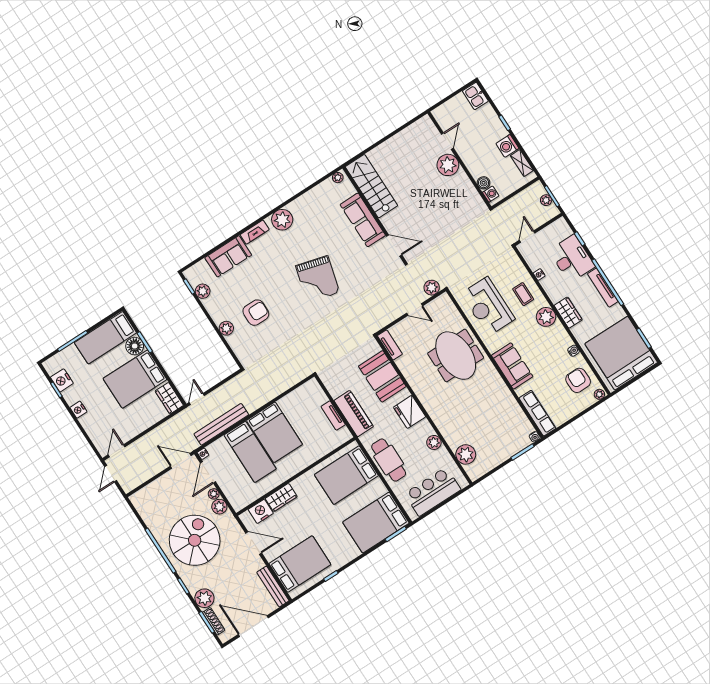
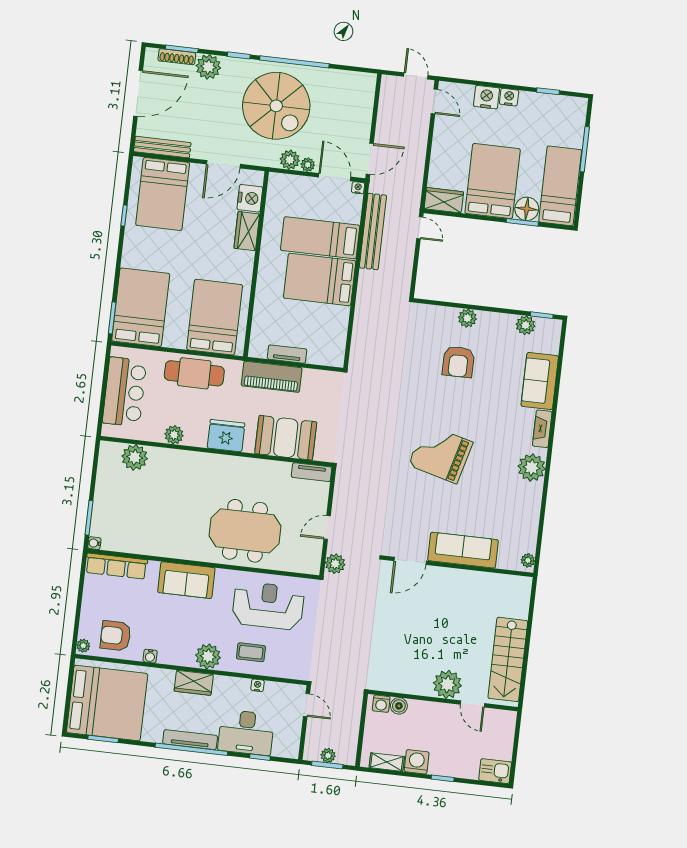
stairs: (371, 186) -> (508, 659), moved, turned 90
nightstand: (62, 380) -> (487, 97), moved
armchair: (578, 380) -> (116, 636), turned 180

